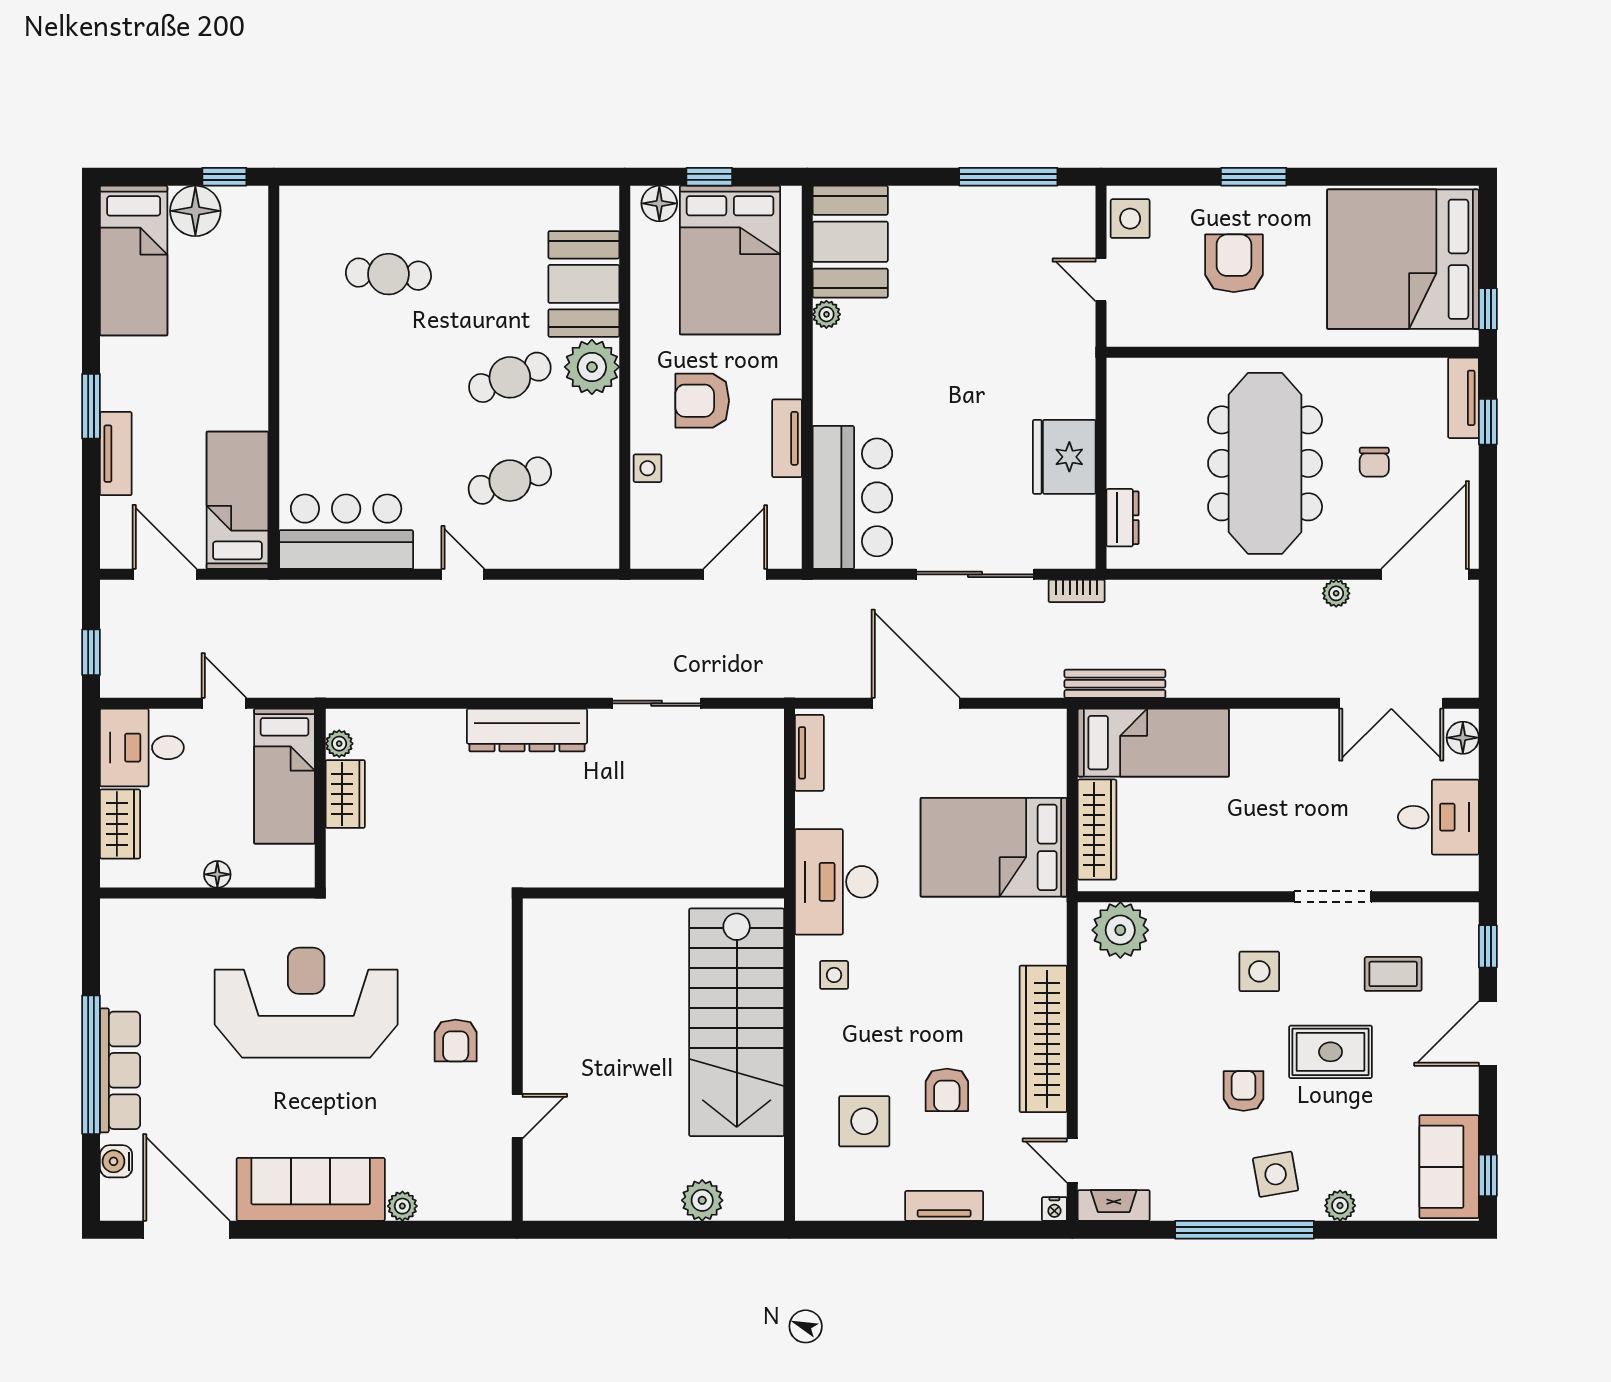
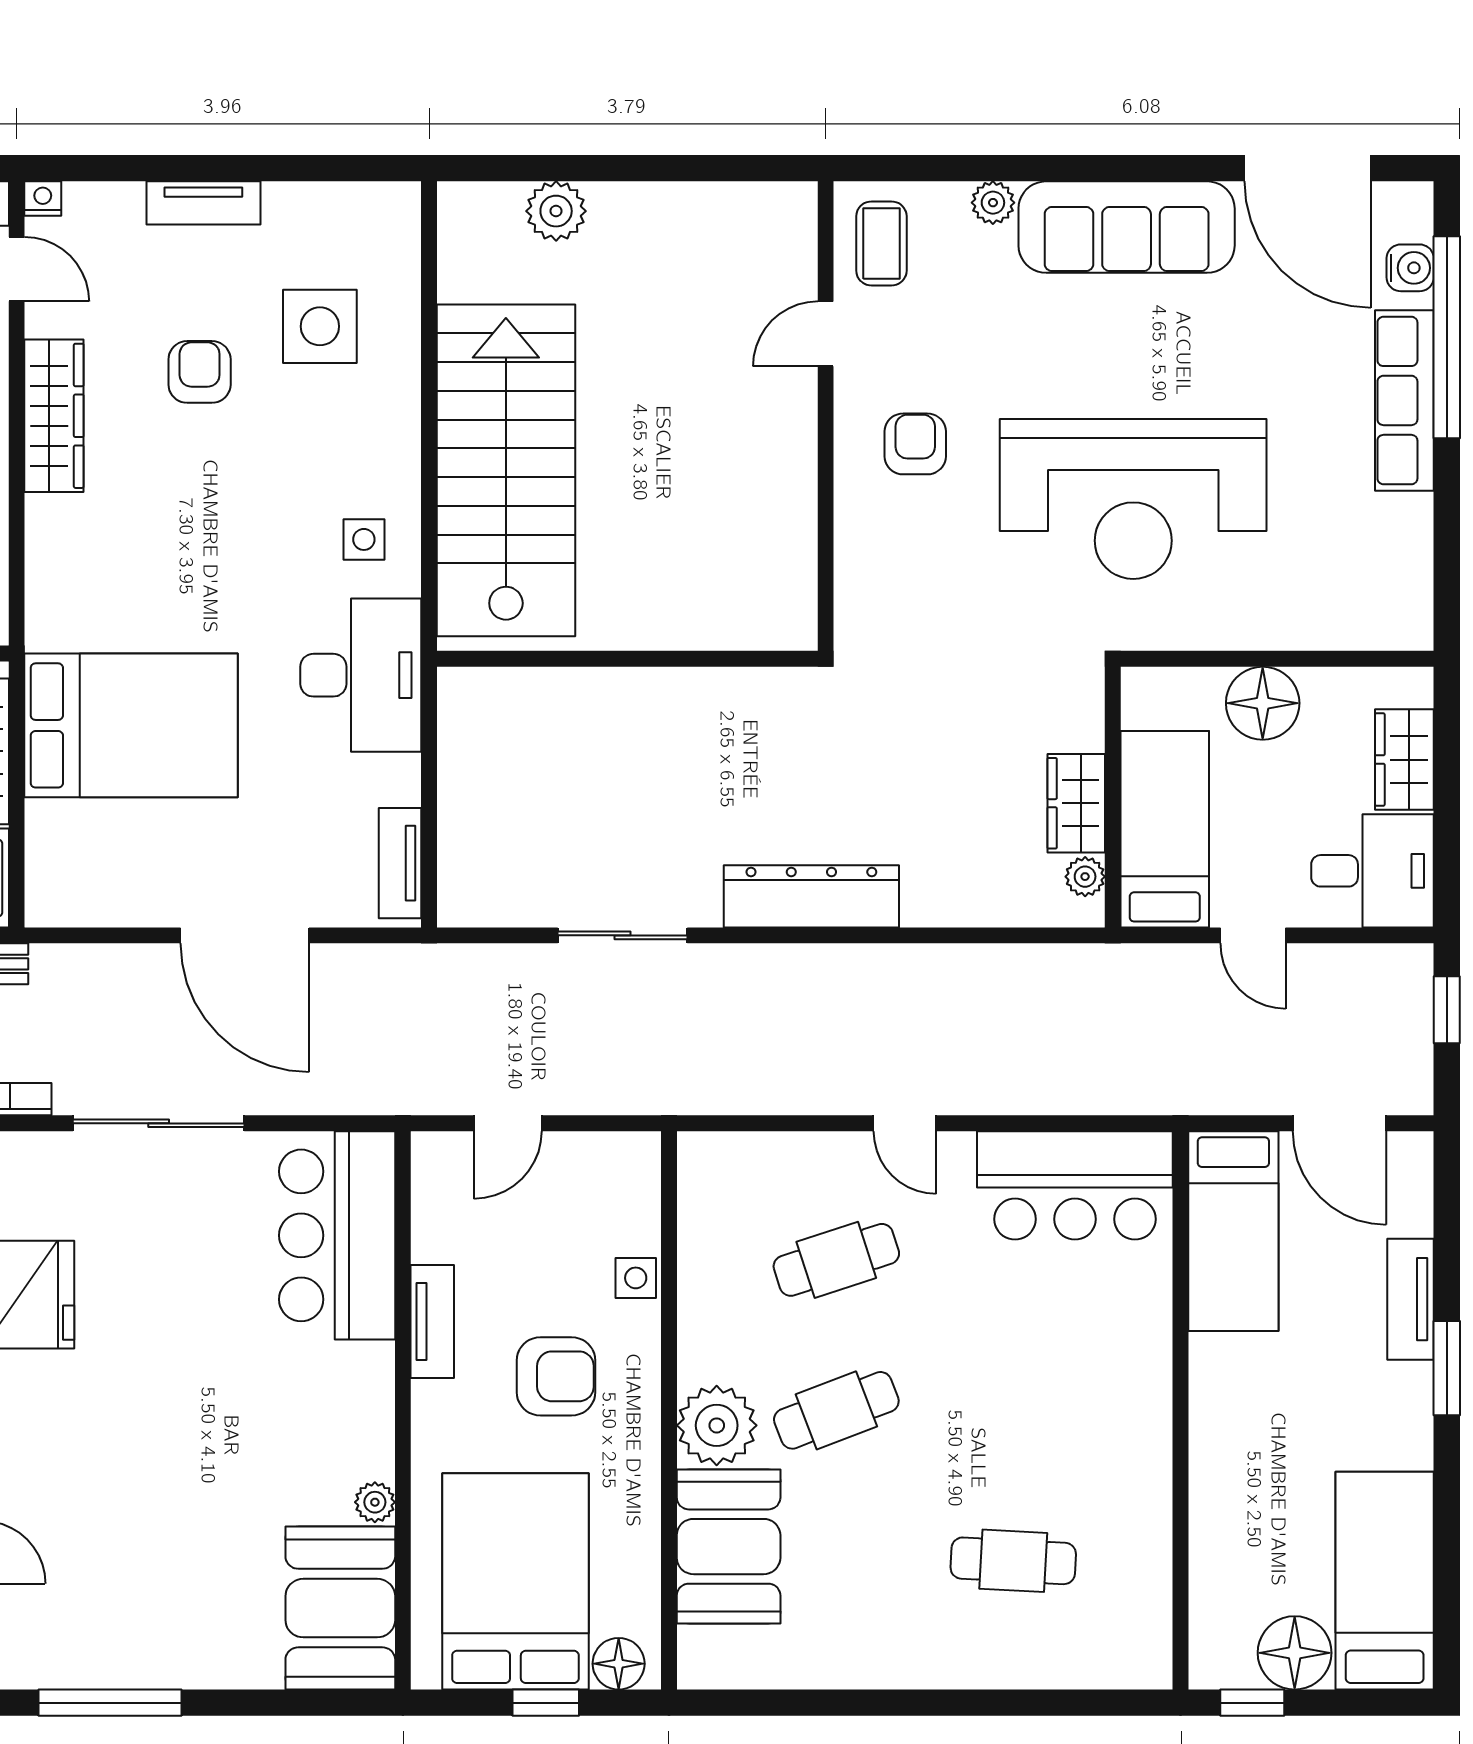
door: (735, 574) -> (508, 1123), width x0.73
floor lamp: (217, 874) -> (1263, 703), width x1.89, depth x1.89
wardrobe: (1043, 1039) -> (54, 416), width x0.71, depth x0.85
window: (91, 1065) -> (1447, 337), moved
coffee table: (479, 1178) -> (881, 243), added

